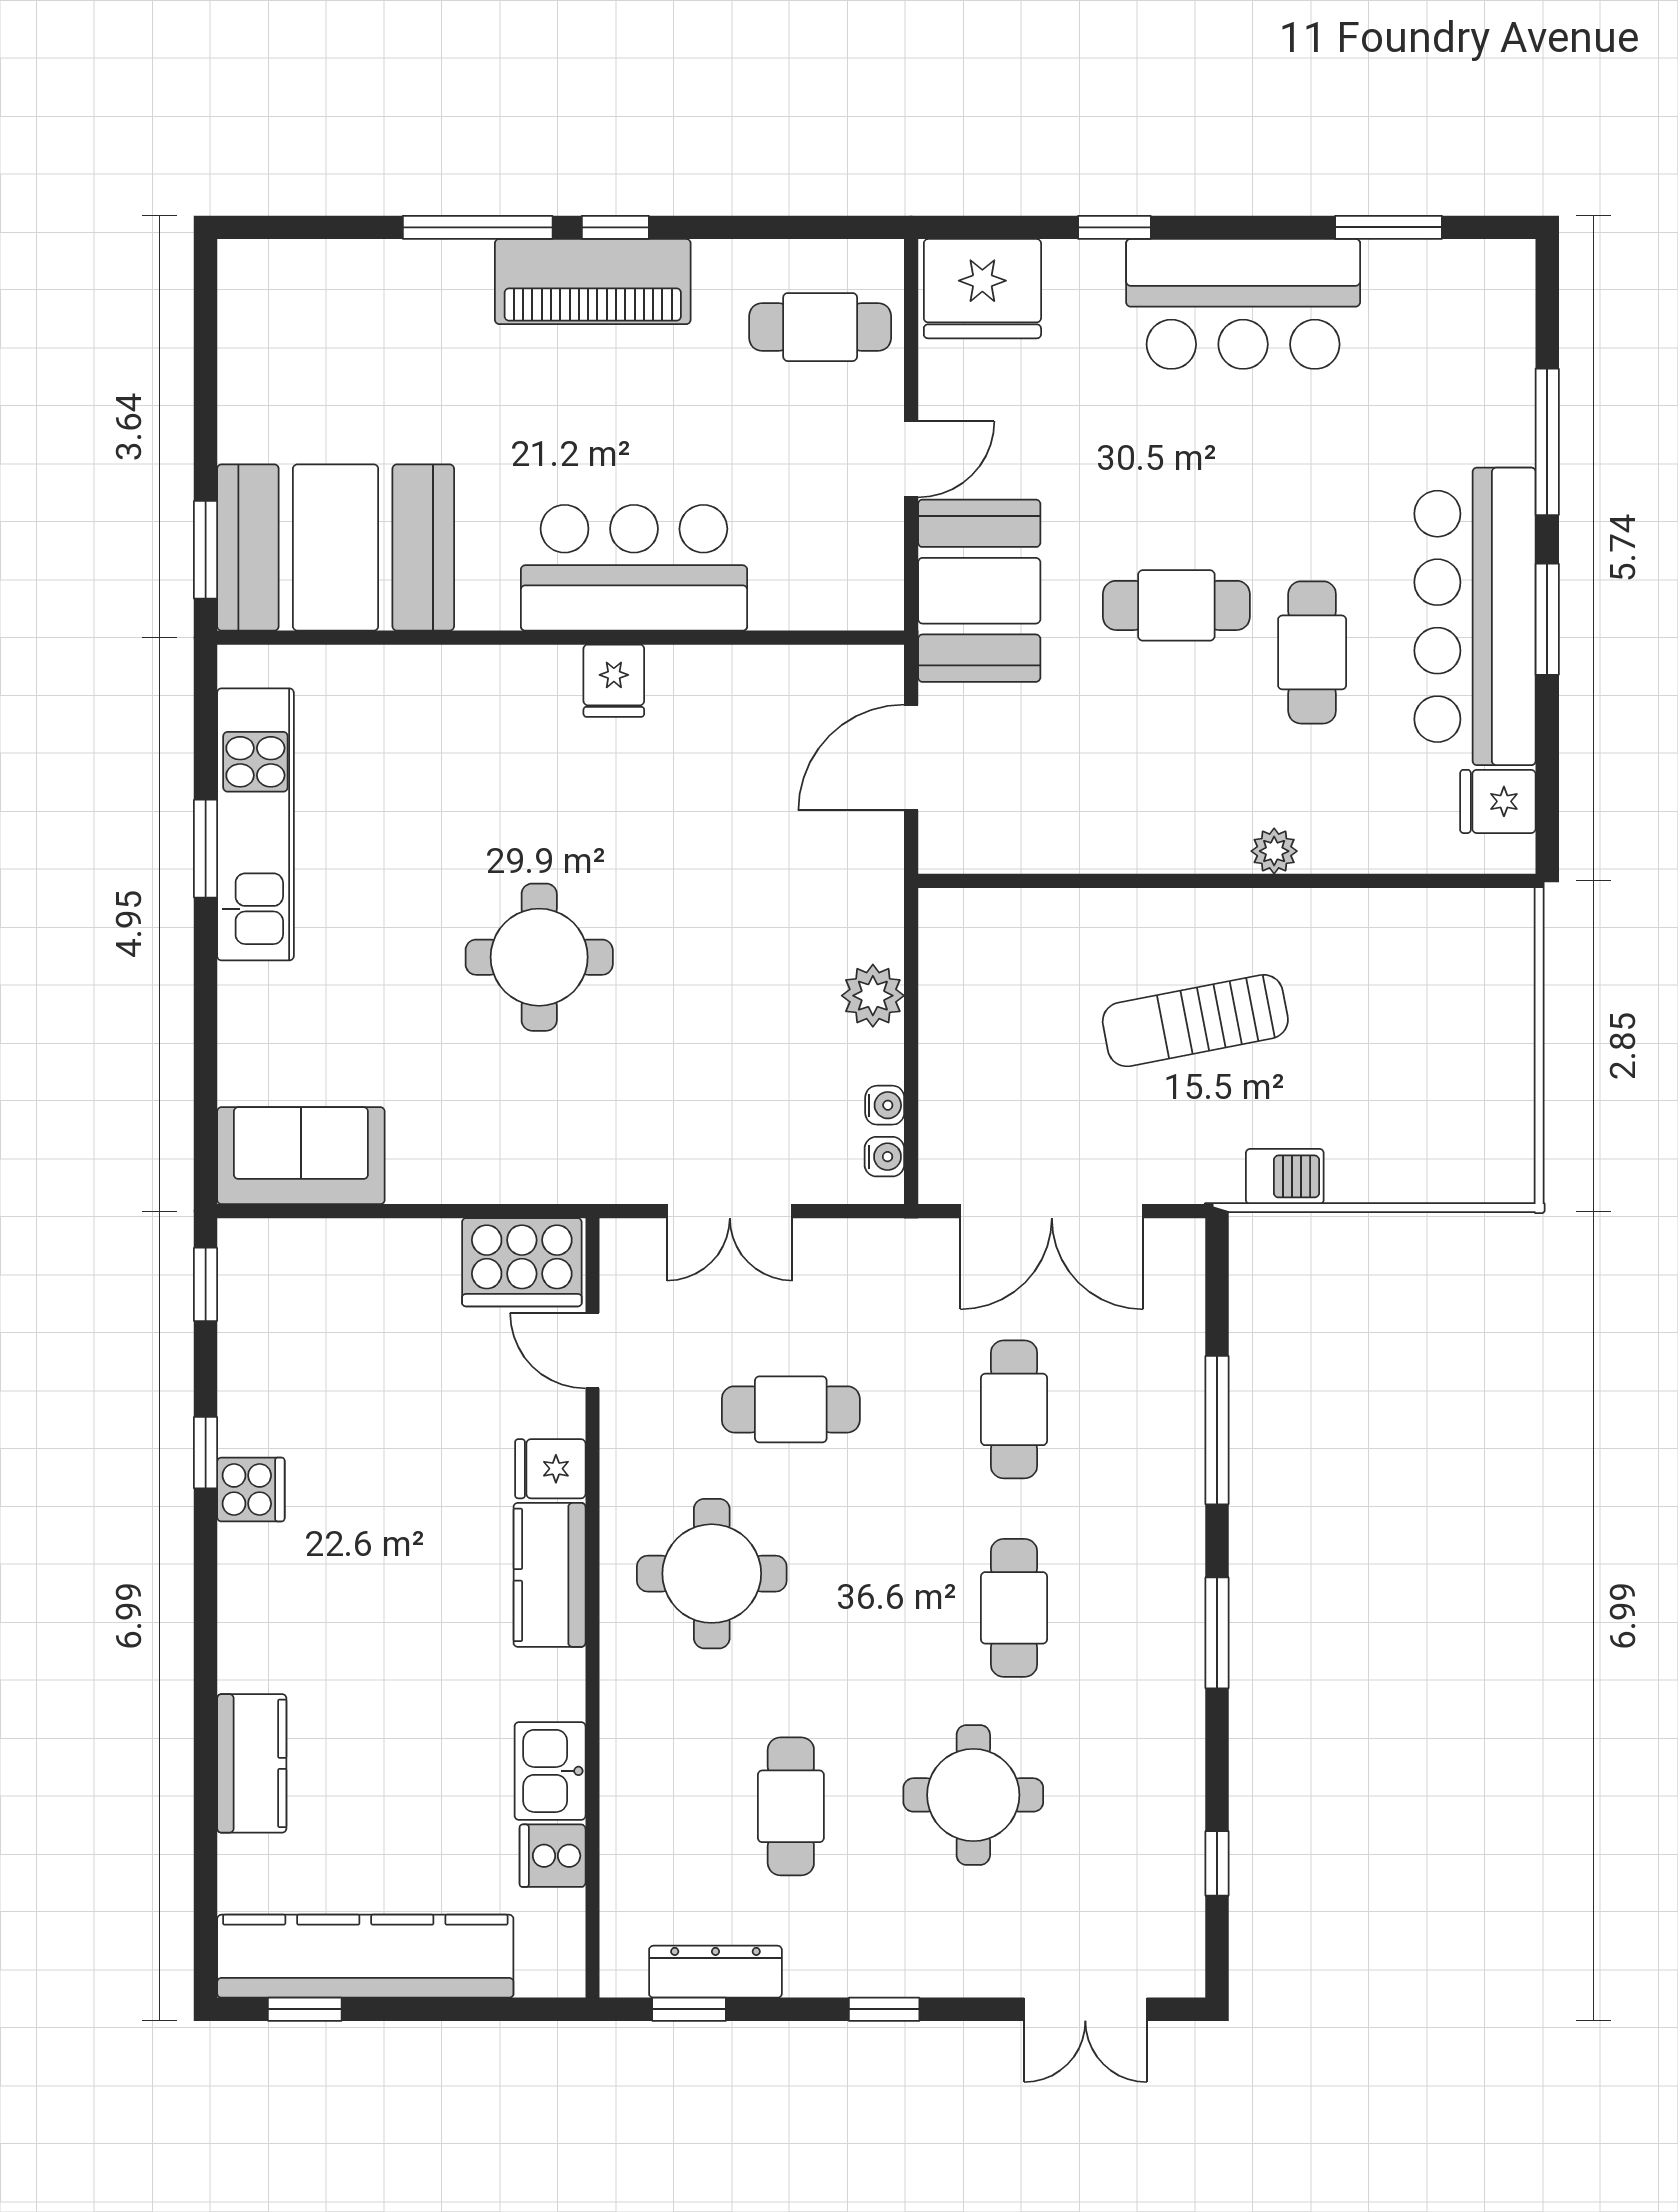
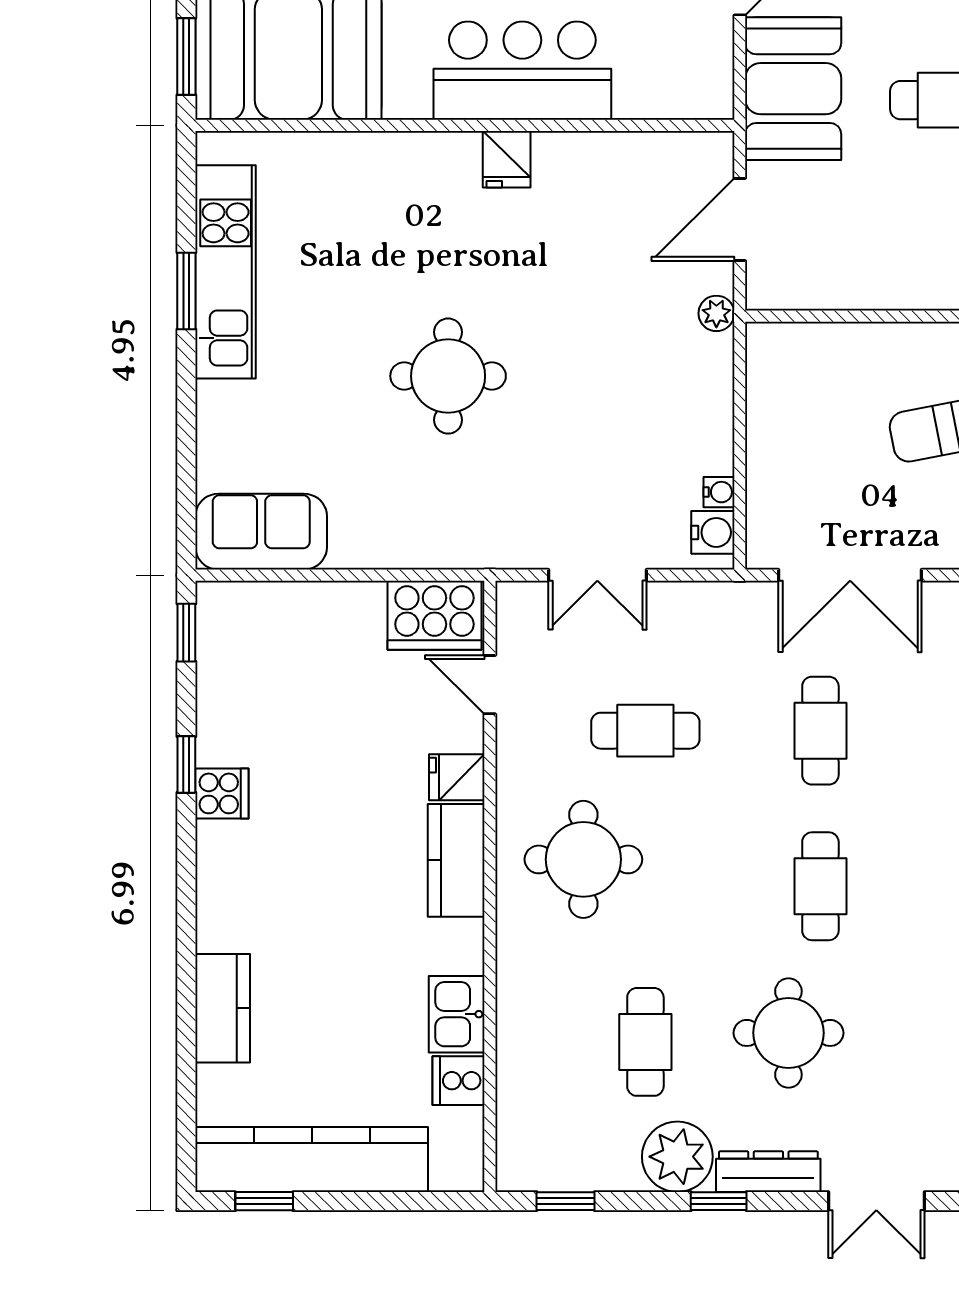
plant: (873, 996) -> (716, 313), moved, width x0.73, depth x0.73
water cooler: (884, 1157) -> (713, 532), width x1.38, depth x1.38
plant: (832, 1953) -> (677, 1157), added
dresser: (715, 1972) -> (768, 1172), moved

